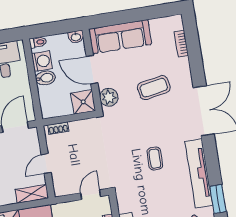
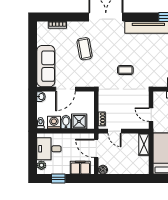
plant: (109, 97) -> (86, 81), removed
shower: (83, 102) -> (79, 121), moved
coffee table: (155, 159) -> (125, 70), moved
door: (46, 164) -> (115, 131), moved
door: (91, 195) -> (151, 115), moved

